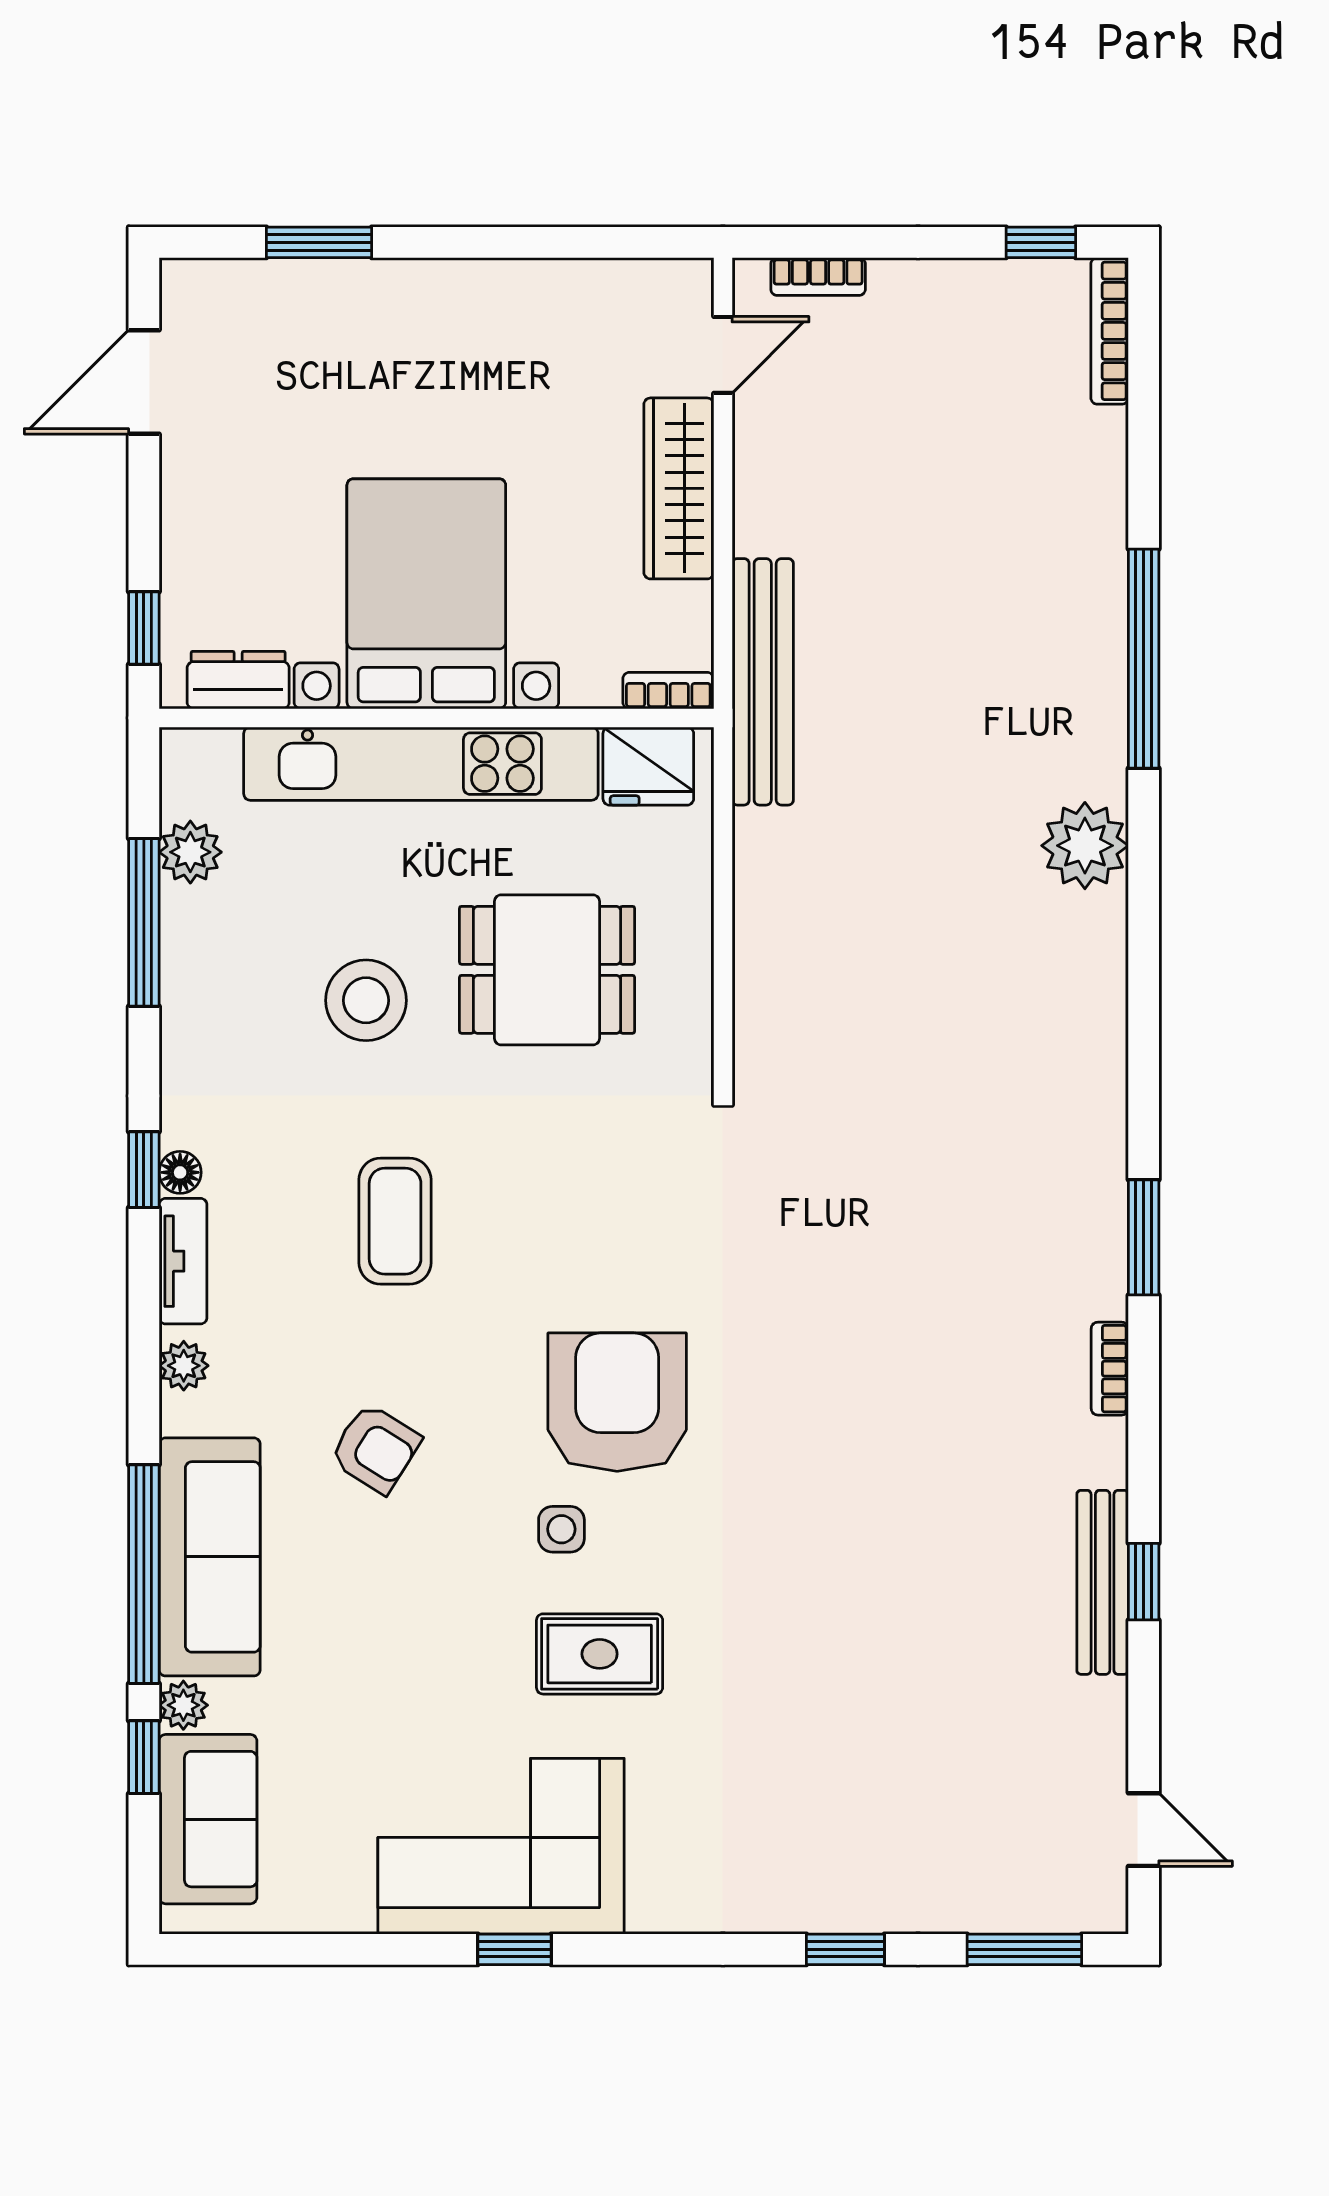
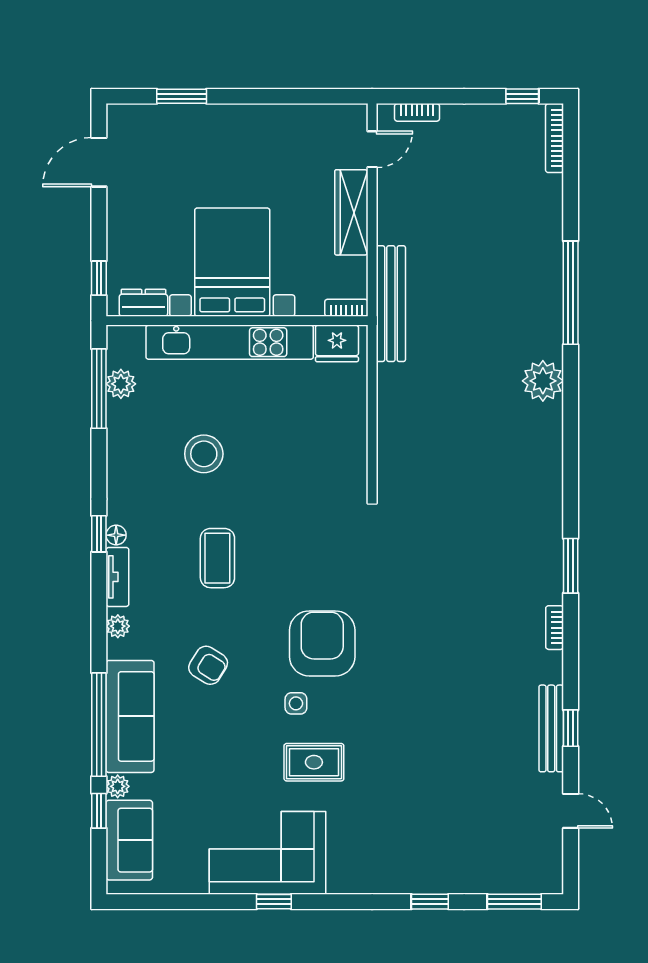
window: (144, 922) -> (99, 389), moved
dining table: (547, 970) -> (289, 439), removed
door: (1144, 1830) -> (571, 811), moved

